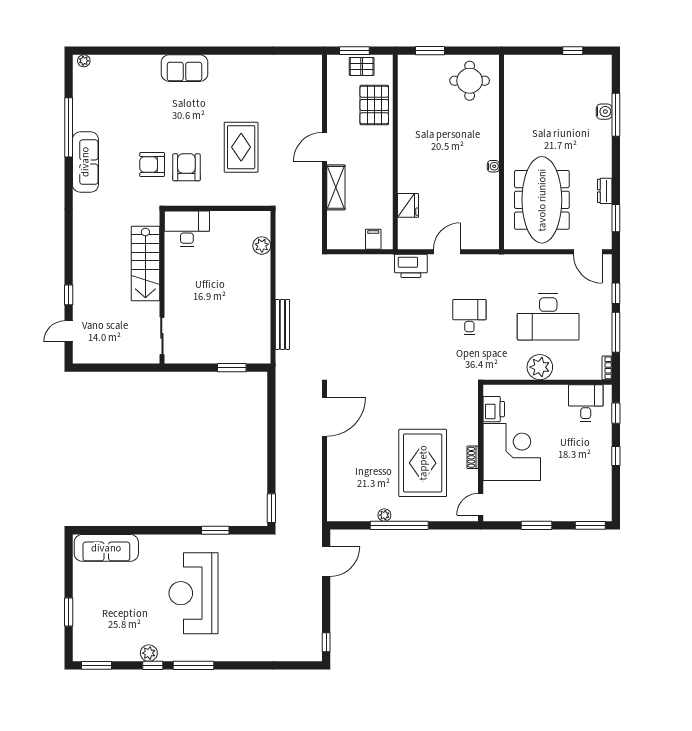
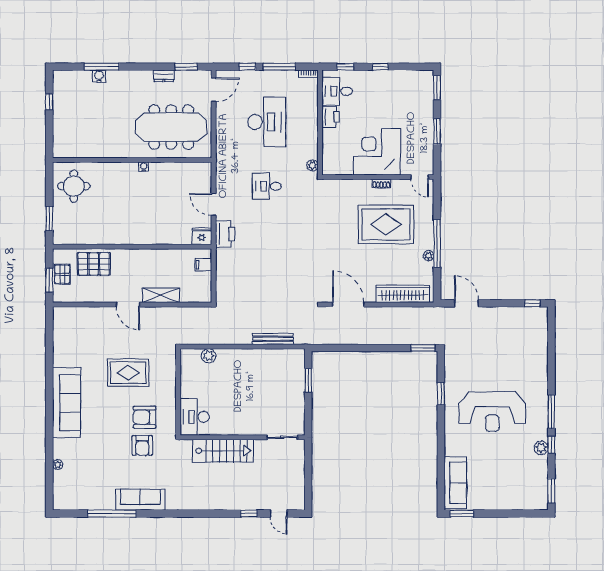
plant: (84, 61) -> (58, 465), moved
sofa: (184, 68) -> (67, 403), width x1.85, depth x1.27
fridge: (408, 205) -> (202, 236), moved
plant: (540, 367) -> (313, 165), moved, width x0.53, depth x0.53
printer: (494, 409) -> (331, 117), moved, turned 90
wardrobe: (338, 484) -> (403, 294), added
window: (69, 612) -> (462, 514), moved

